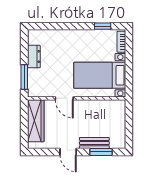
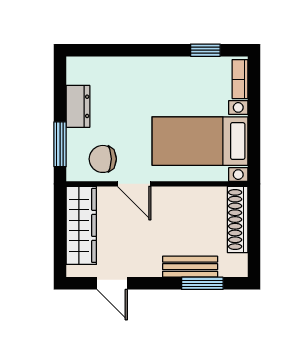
chair: (47, 85) -> (103, 159), added
shoe rack: (120, 118) -> (238, 219), added
door: (68, 152) -> (112, 283), moved

